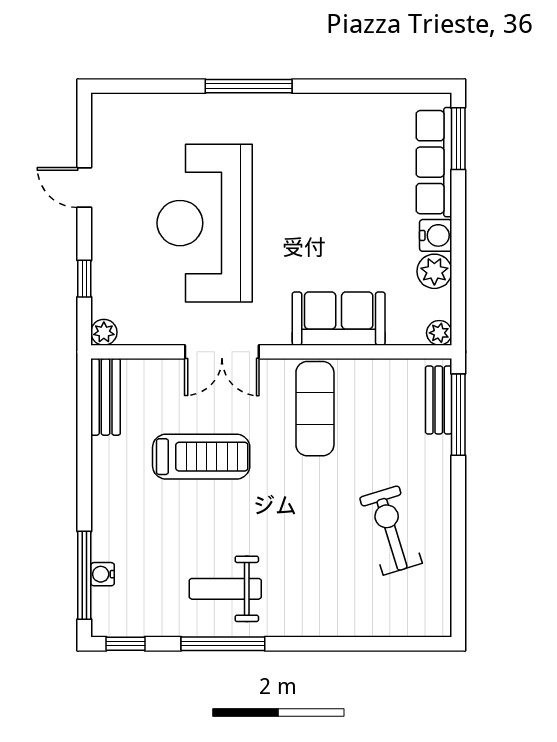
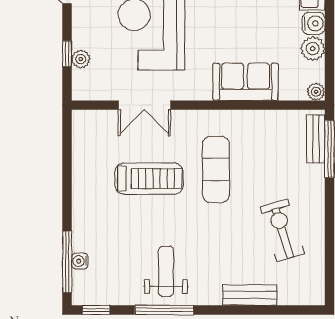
plant: (104, 332) -> (81, 59), moved
double door: (222, 352) -> (144, 105), moved
bench: (106, 397) -> (250, 295), moved, turned 90
exercise mat: (315, 409) -> (216, 169), moved
weight bench: (225, 589) -> (166, 271), turned 90

